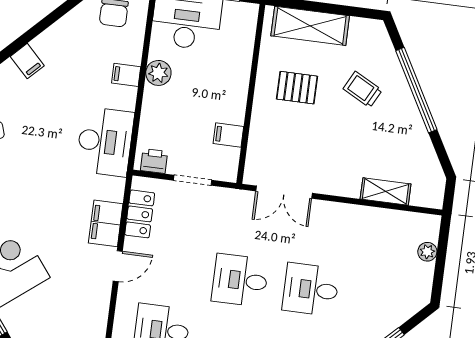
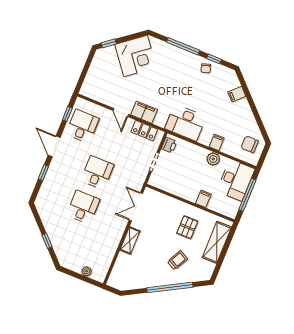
filing cabinet: (228, 135) -> (203, 199), moved
shelving: (386, 191) -> (130, 240), moved

